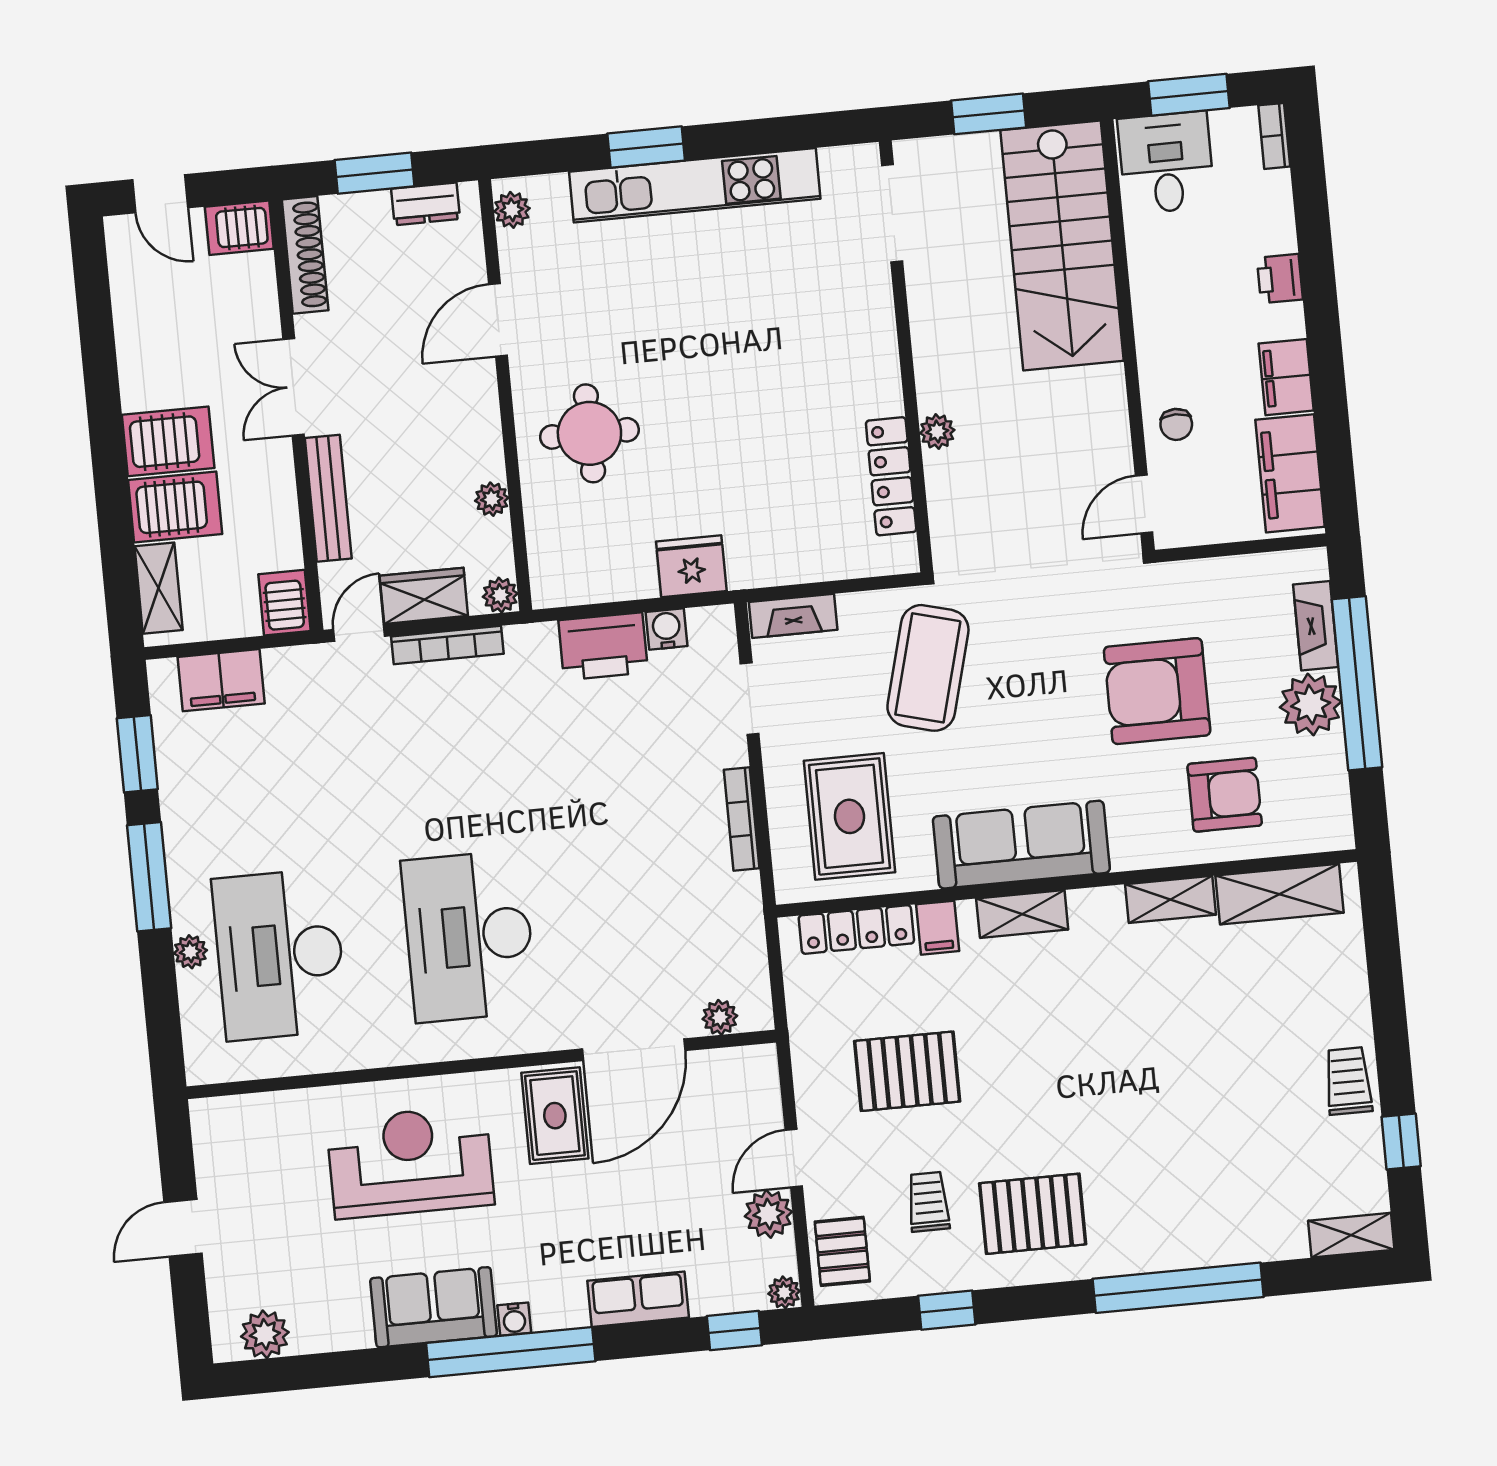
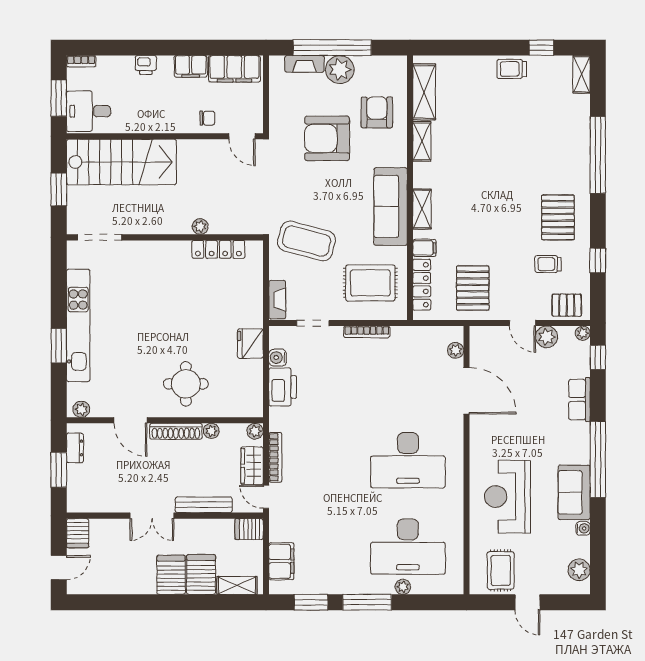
shoe rack: (305, 255) -> (176, 431), moved, turned 180
armchair: (1157, 691) -> (327, 138), turned 90
pallet: (907, 1071) -> (473, 288), moved
rug: (555, 1116) -> (501, 570), moved, turned 90
water cooler: (514, 1319) -> (583, 528), moved

